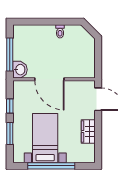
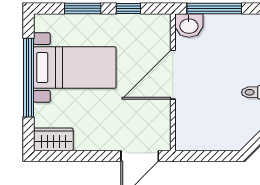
wardrobe: (88, 132) -> (53, 139), moved

